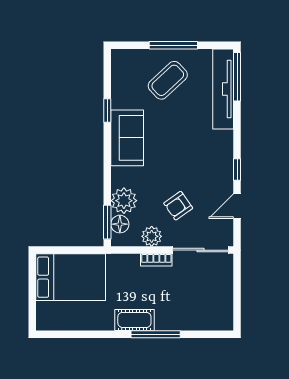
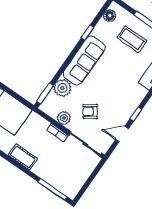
coffee table: (168, 80) -> (132, 39), turned 43
sofa: (127, 138) -> (84, 61), width x1.36
floor lamp: (120, 224) -> (110, 16), moved
window: (156, 334) -> (53, 189), moved

